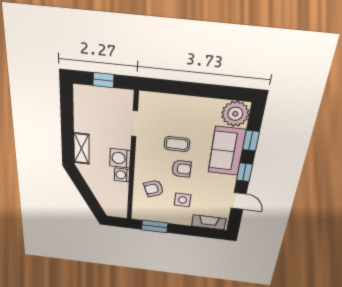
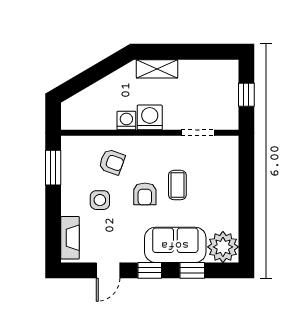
armchair: (154, 188) -> (112, 162), turned 132

